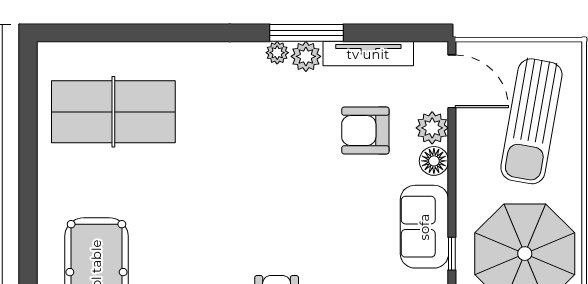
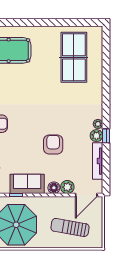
window: (307, 33) -> (106, 136), width x0.46
sun lounger: (531, 121) -> (70, 227), width x0.73, depth x0.75
armchair: (365, 131) -> (53, 144), moved

